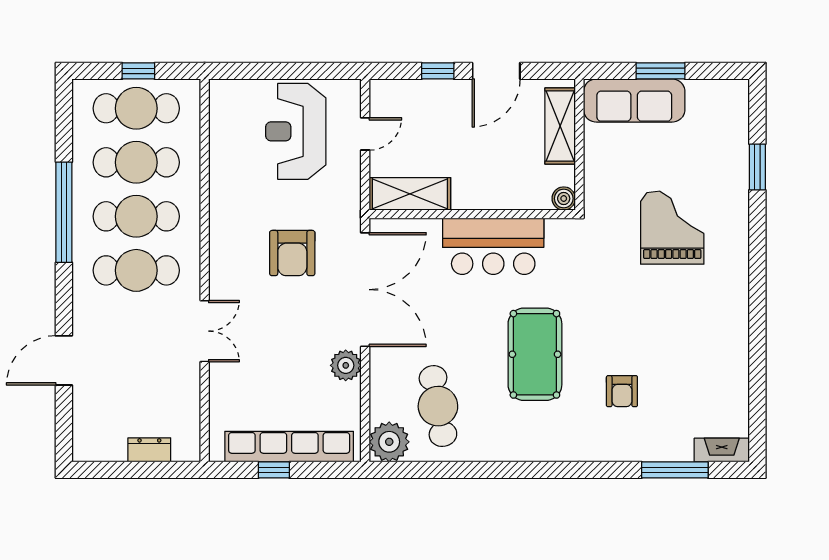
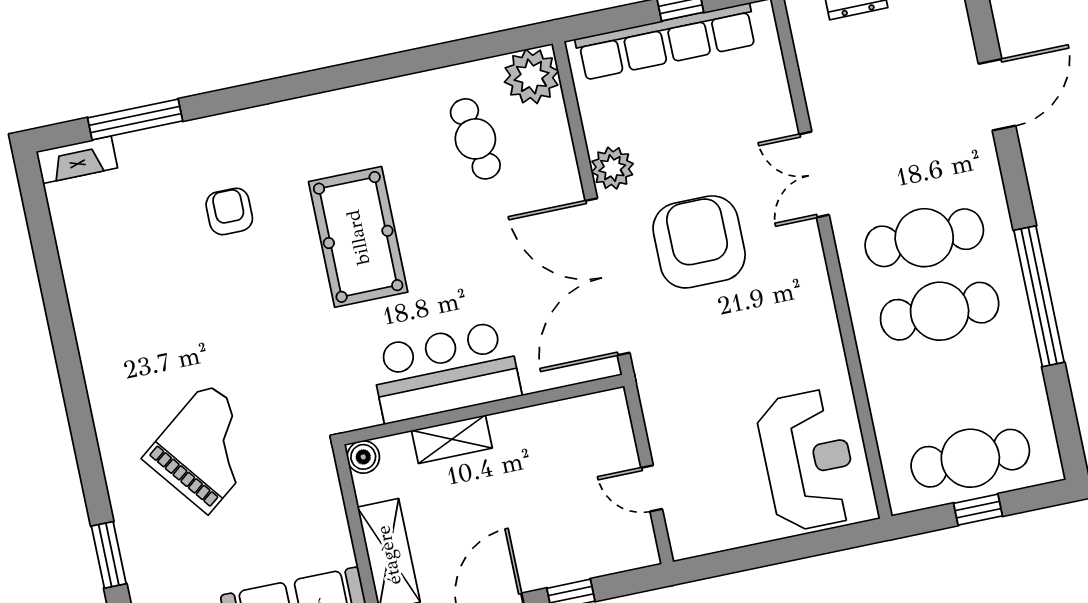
reception desk: (296, 131) -> (808, 460), moved
door: (365, 134) -> (652, 488), hinge flipped
cafe table: (136, 162) -> (955, 385), removed
shelving: (410, 194) -> (452, 439), moved, width x0.67, depth x0.75
grand piano: (672, 228) -> (207, 448), turned -128
armchair: (292, 253) -> (699, 242), moved, width x1.36, depth x1.36
cafe table: (438, 406) -> (475, 139), width x0.73, depth x0.74

